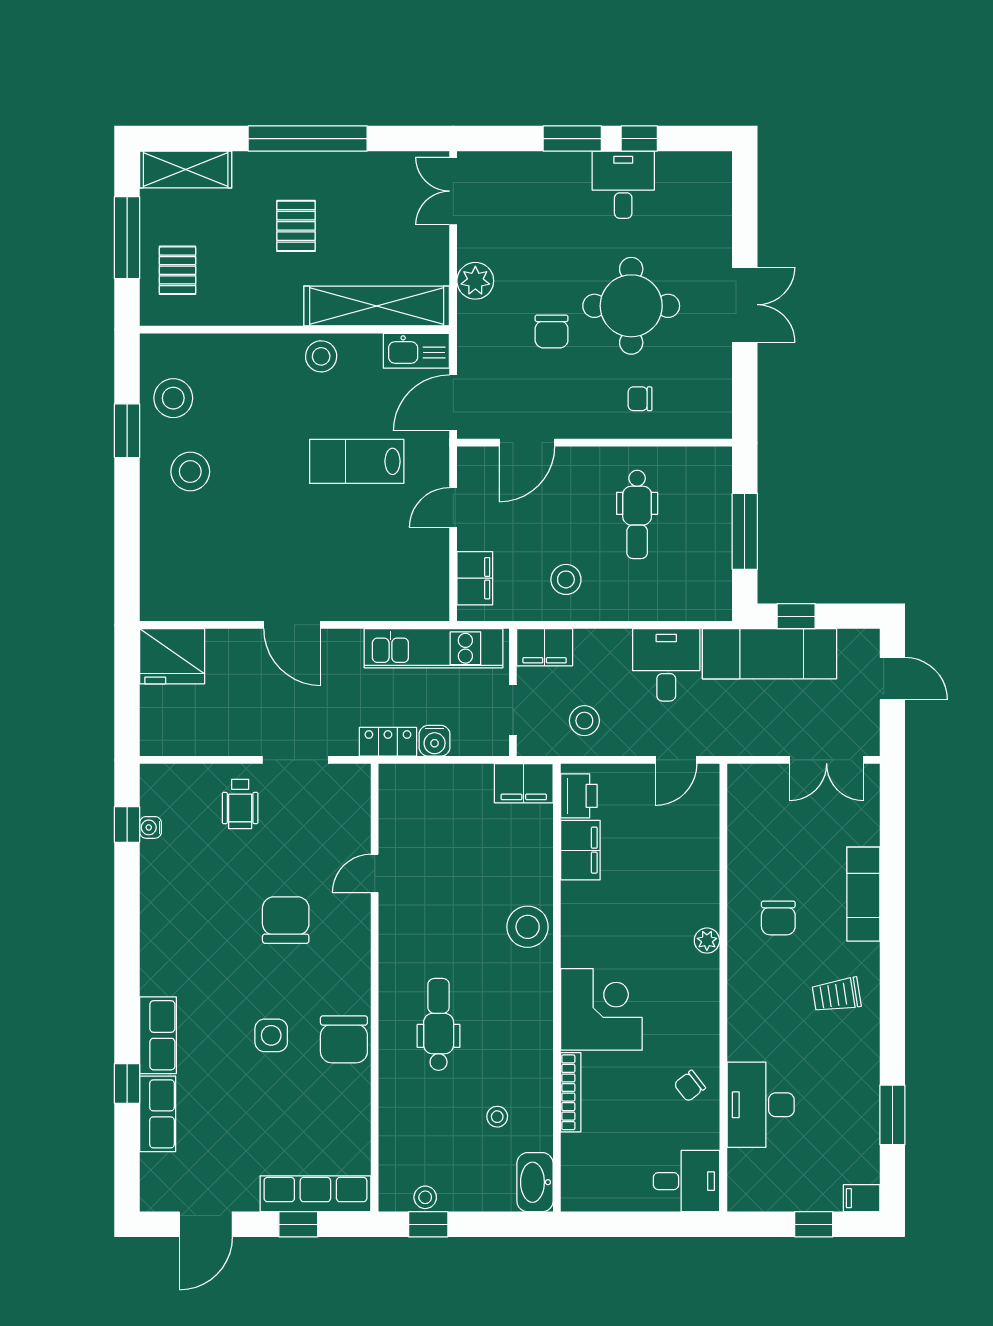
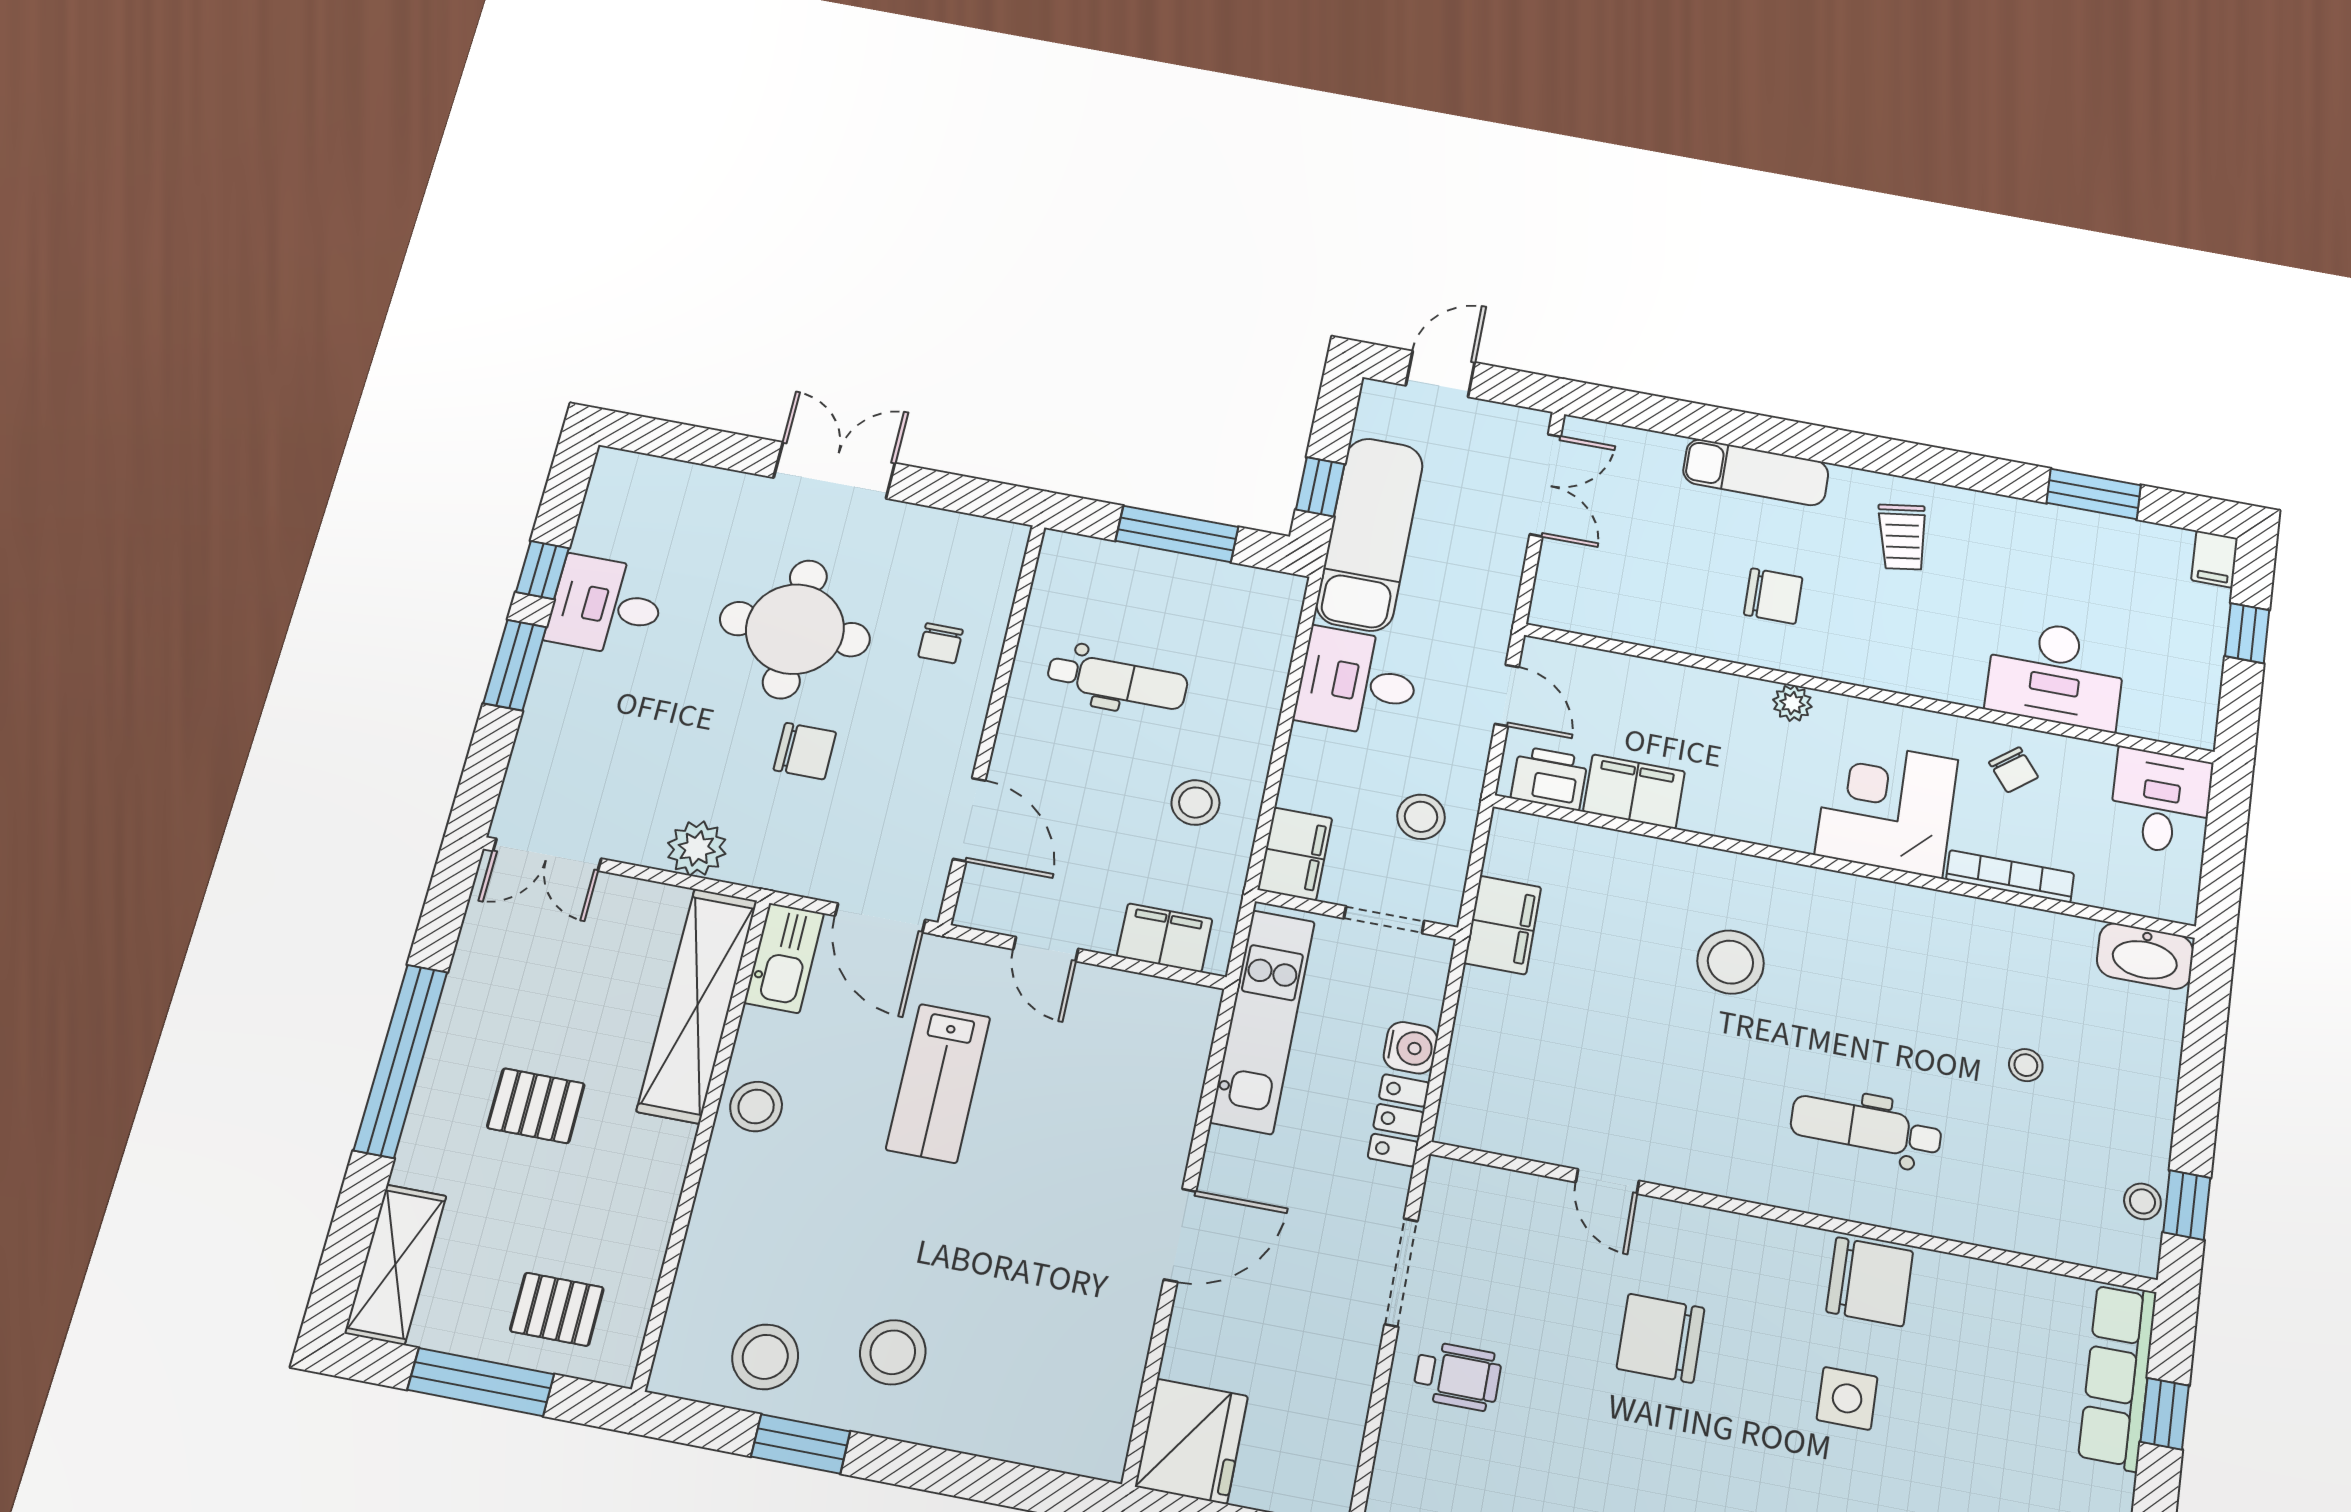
printer: (579, 796) -> (1549, 778), moved
filing cabinet: (580, 850) -> (1634, 792), moved
wall: (557, 988) -> (1843, 866), moved
corner desk: (601, 1009) -> (1887, 807), moved
bookcase: (571, 1092) -> (2010, 876), moved
washbasin: (535, 1182) -> (2145, 956), moved

